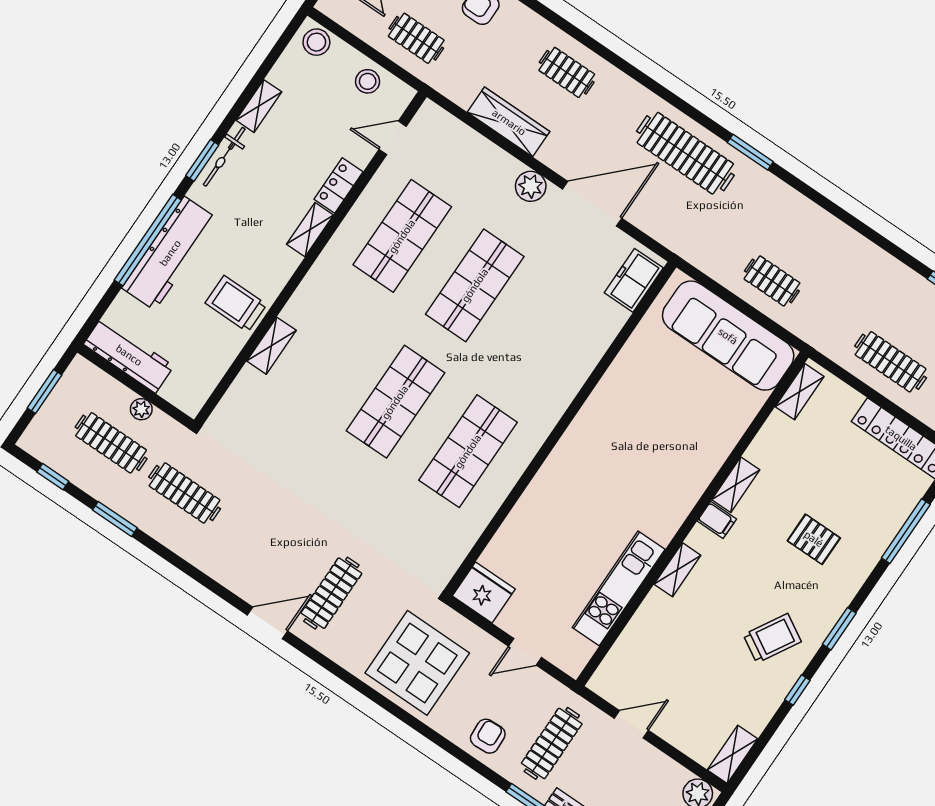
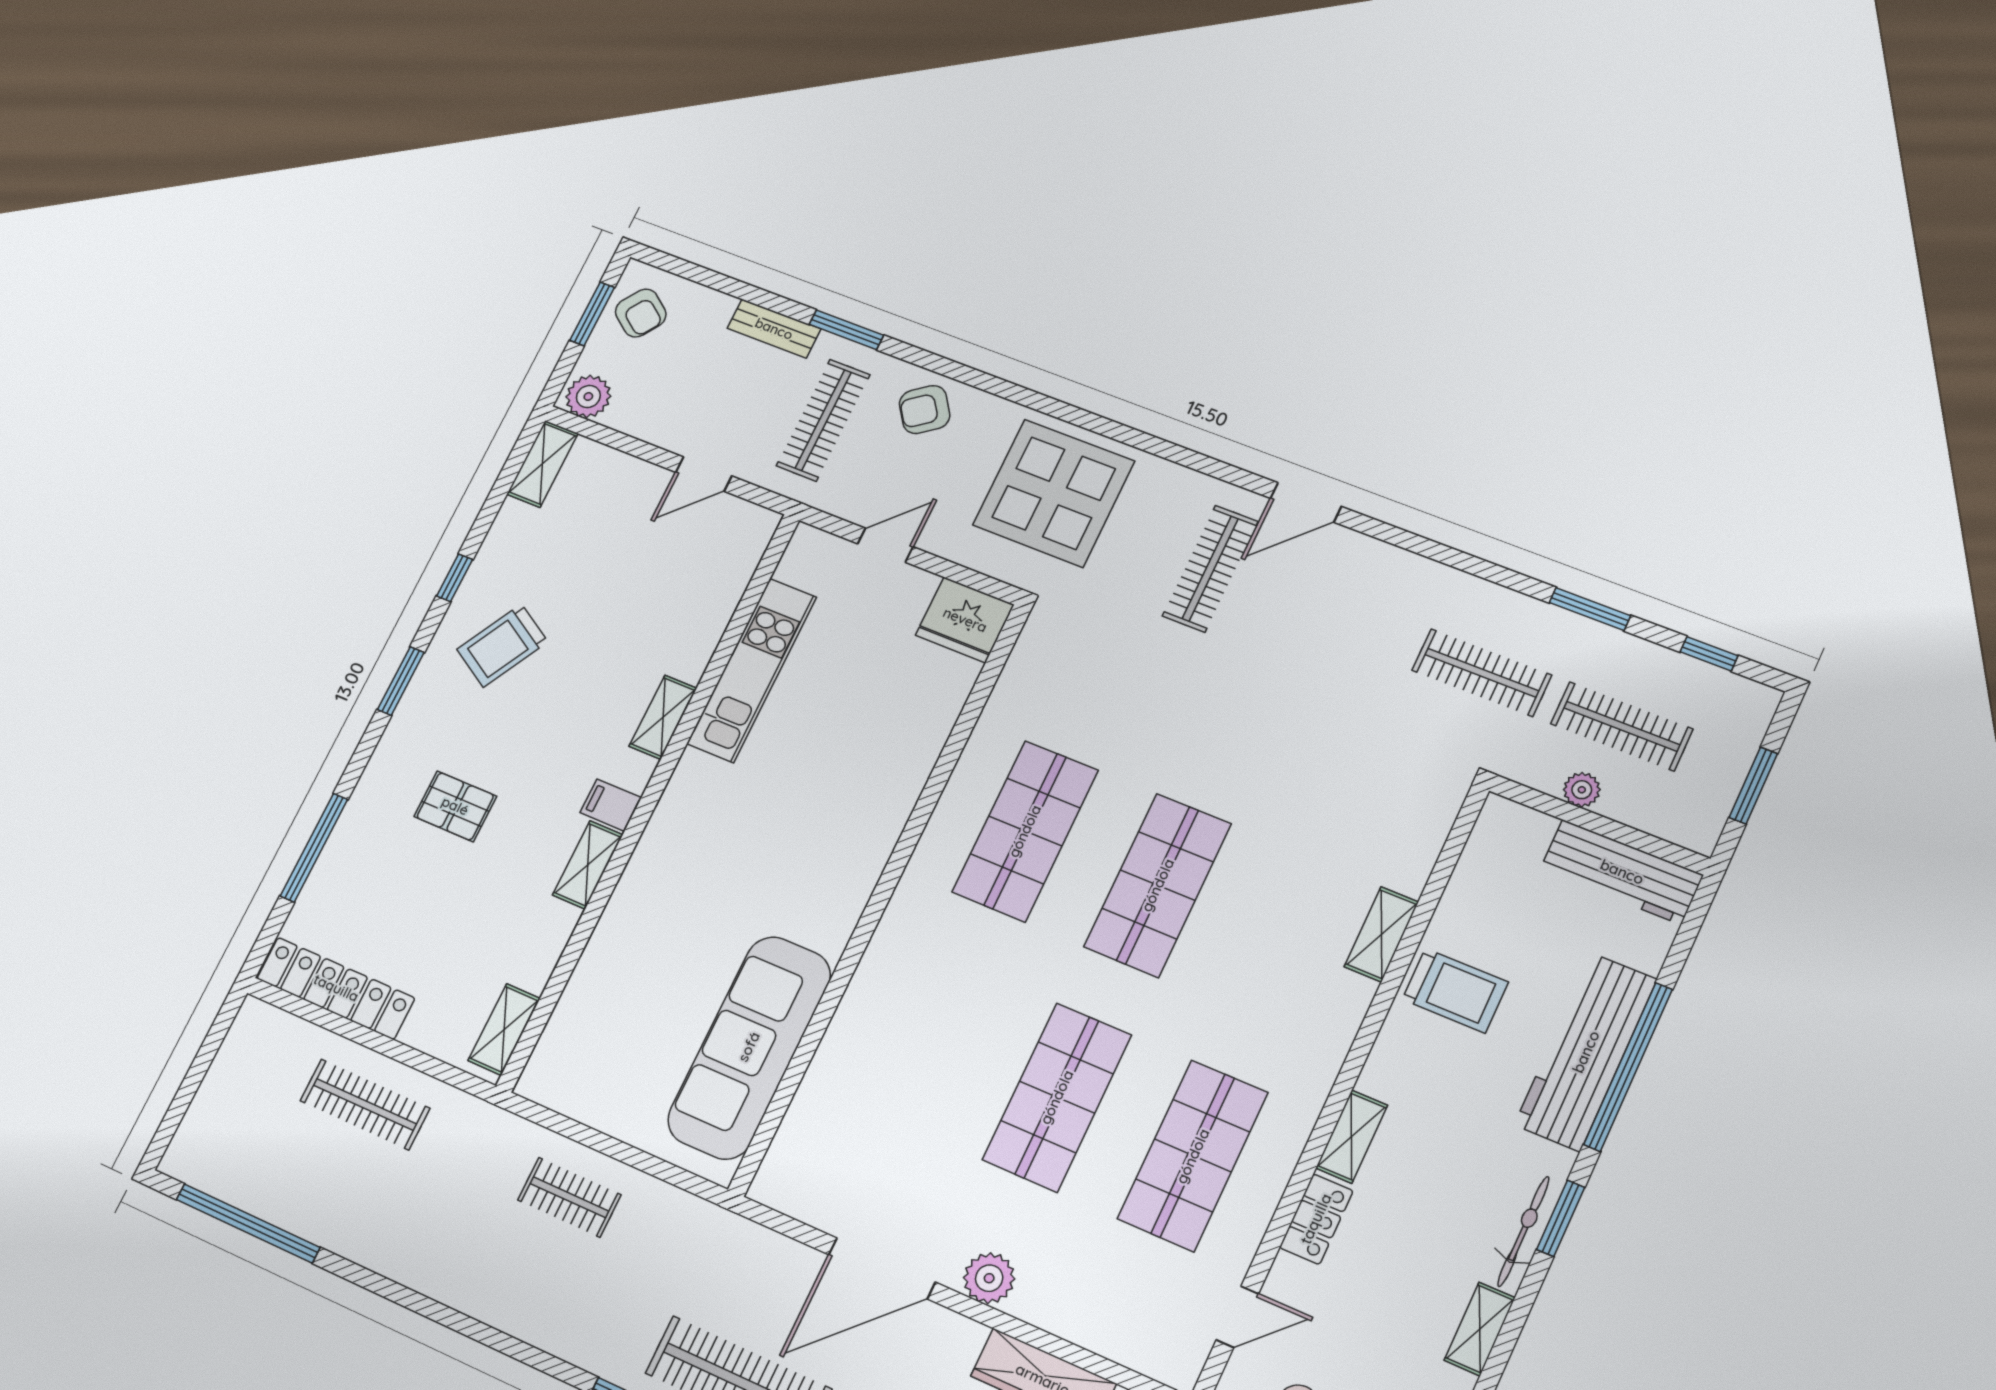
freezer: (634, 280) -> (795, 1156), removed
sofa: (728, 336) -> (749, 1047), moved, turned -90
armchair: (488, 736) -> (925, 410), turned 57

